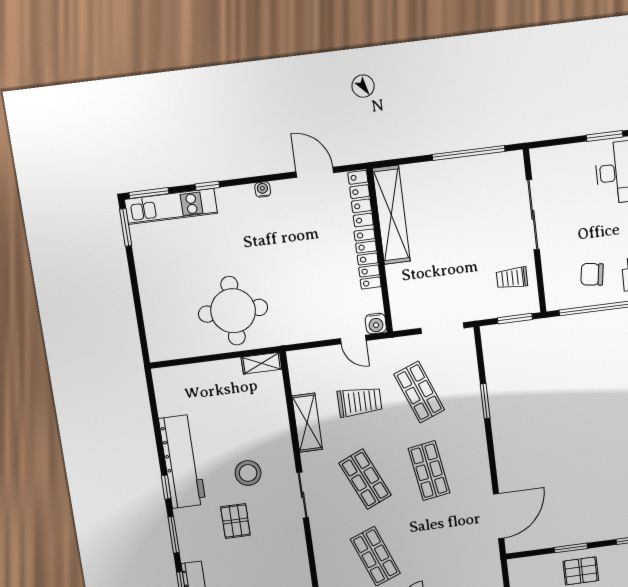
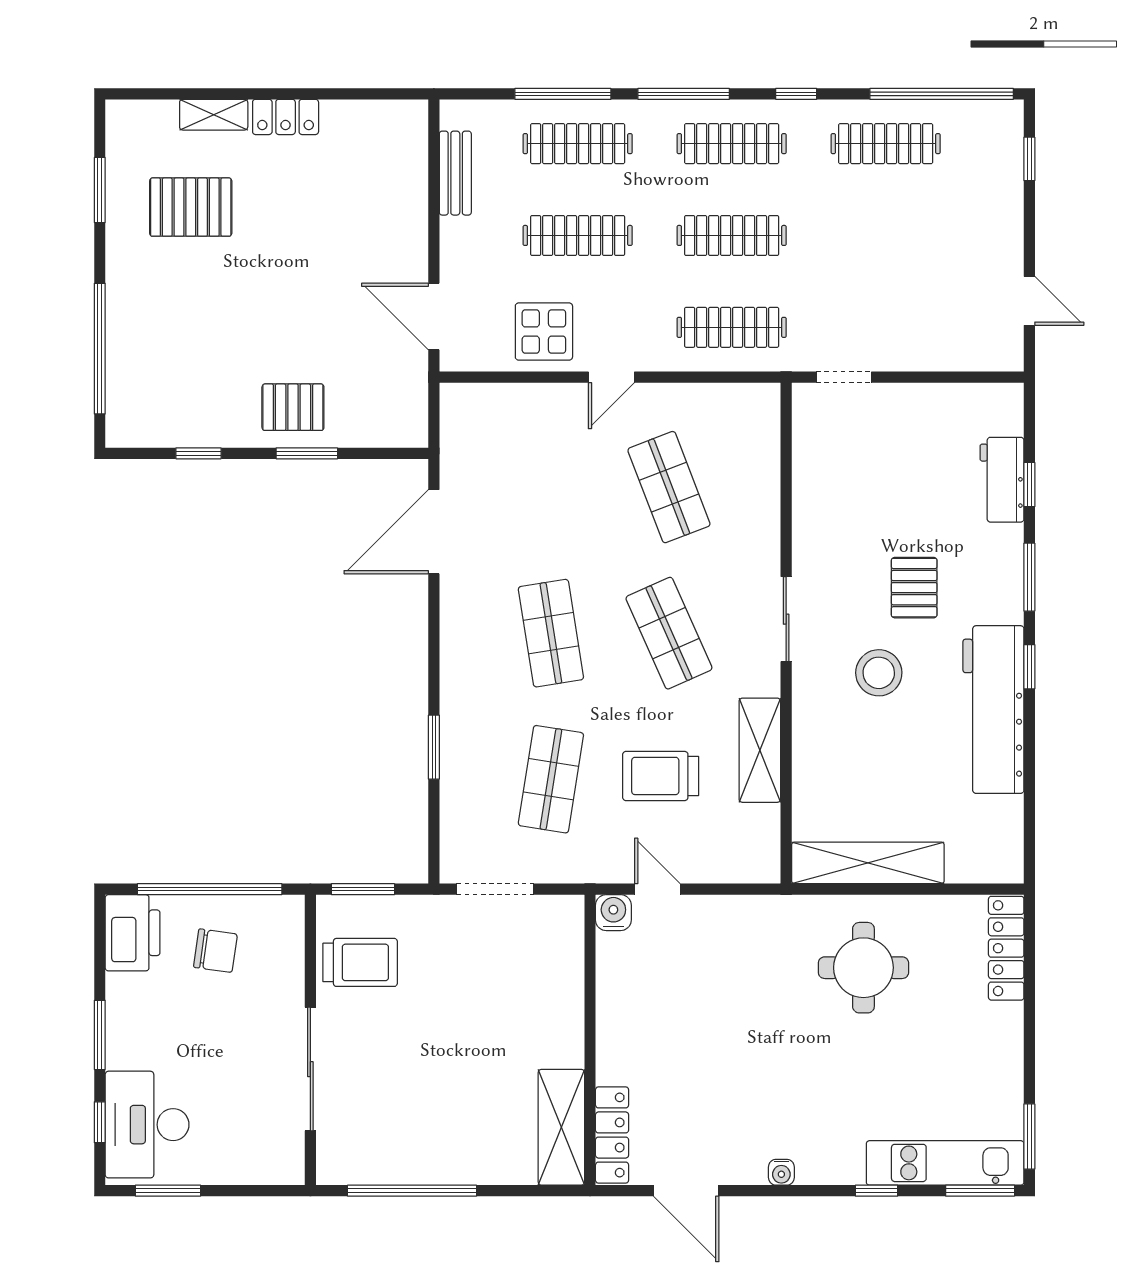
shelving: (391, 215) -> (561, 1127), width x0.68
locker: (368, 259) -> (1006, 948), moved, turned 180
trolley: (512, 278) -> (360, 962), width x1.36, depth x1.39
round table: (233, 311) -> (863, 968), width x0.73, depth x0.73
shelving: (262, 363) -> (868, 863), width x2.20, depth x1.33
shop shelf: (419, 392) -> (551, 779), turned 30

